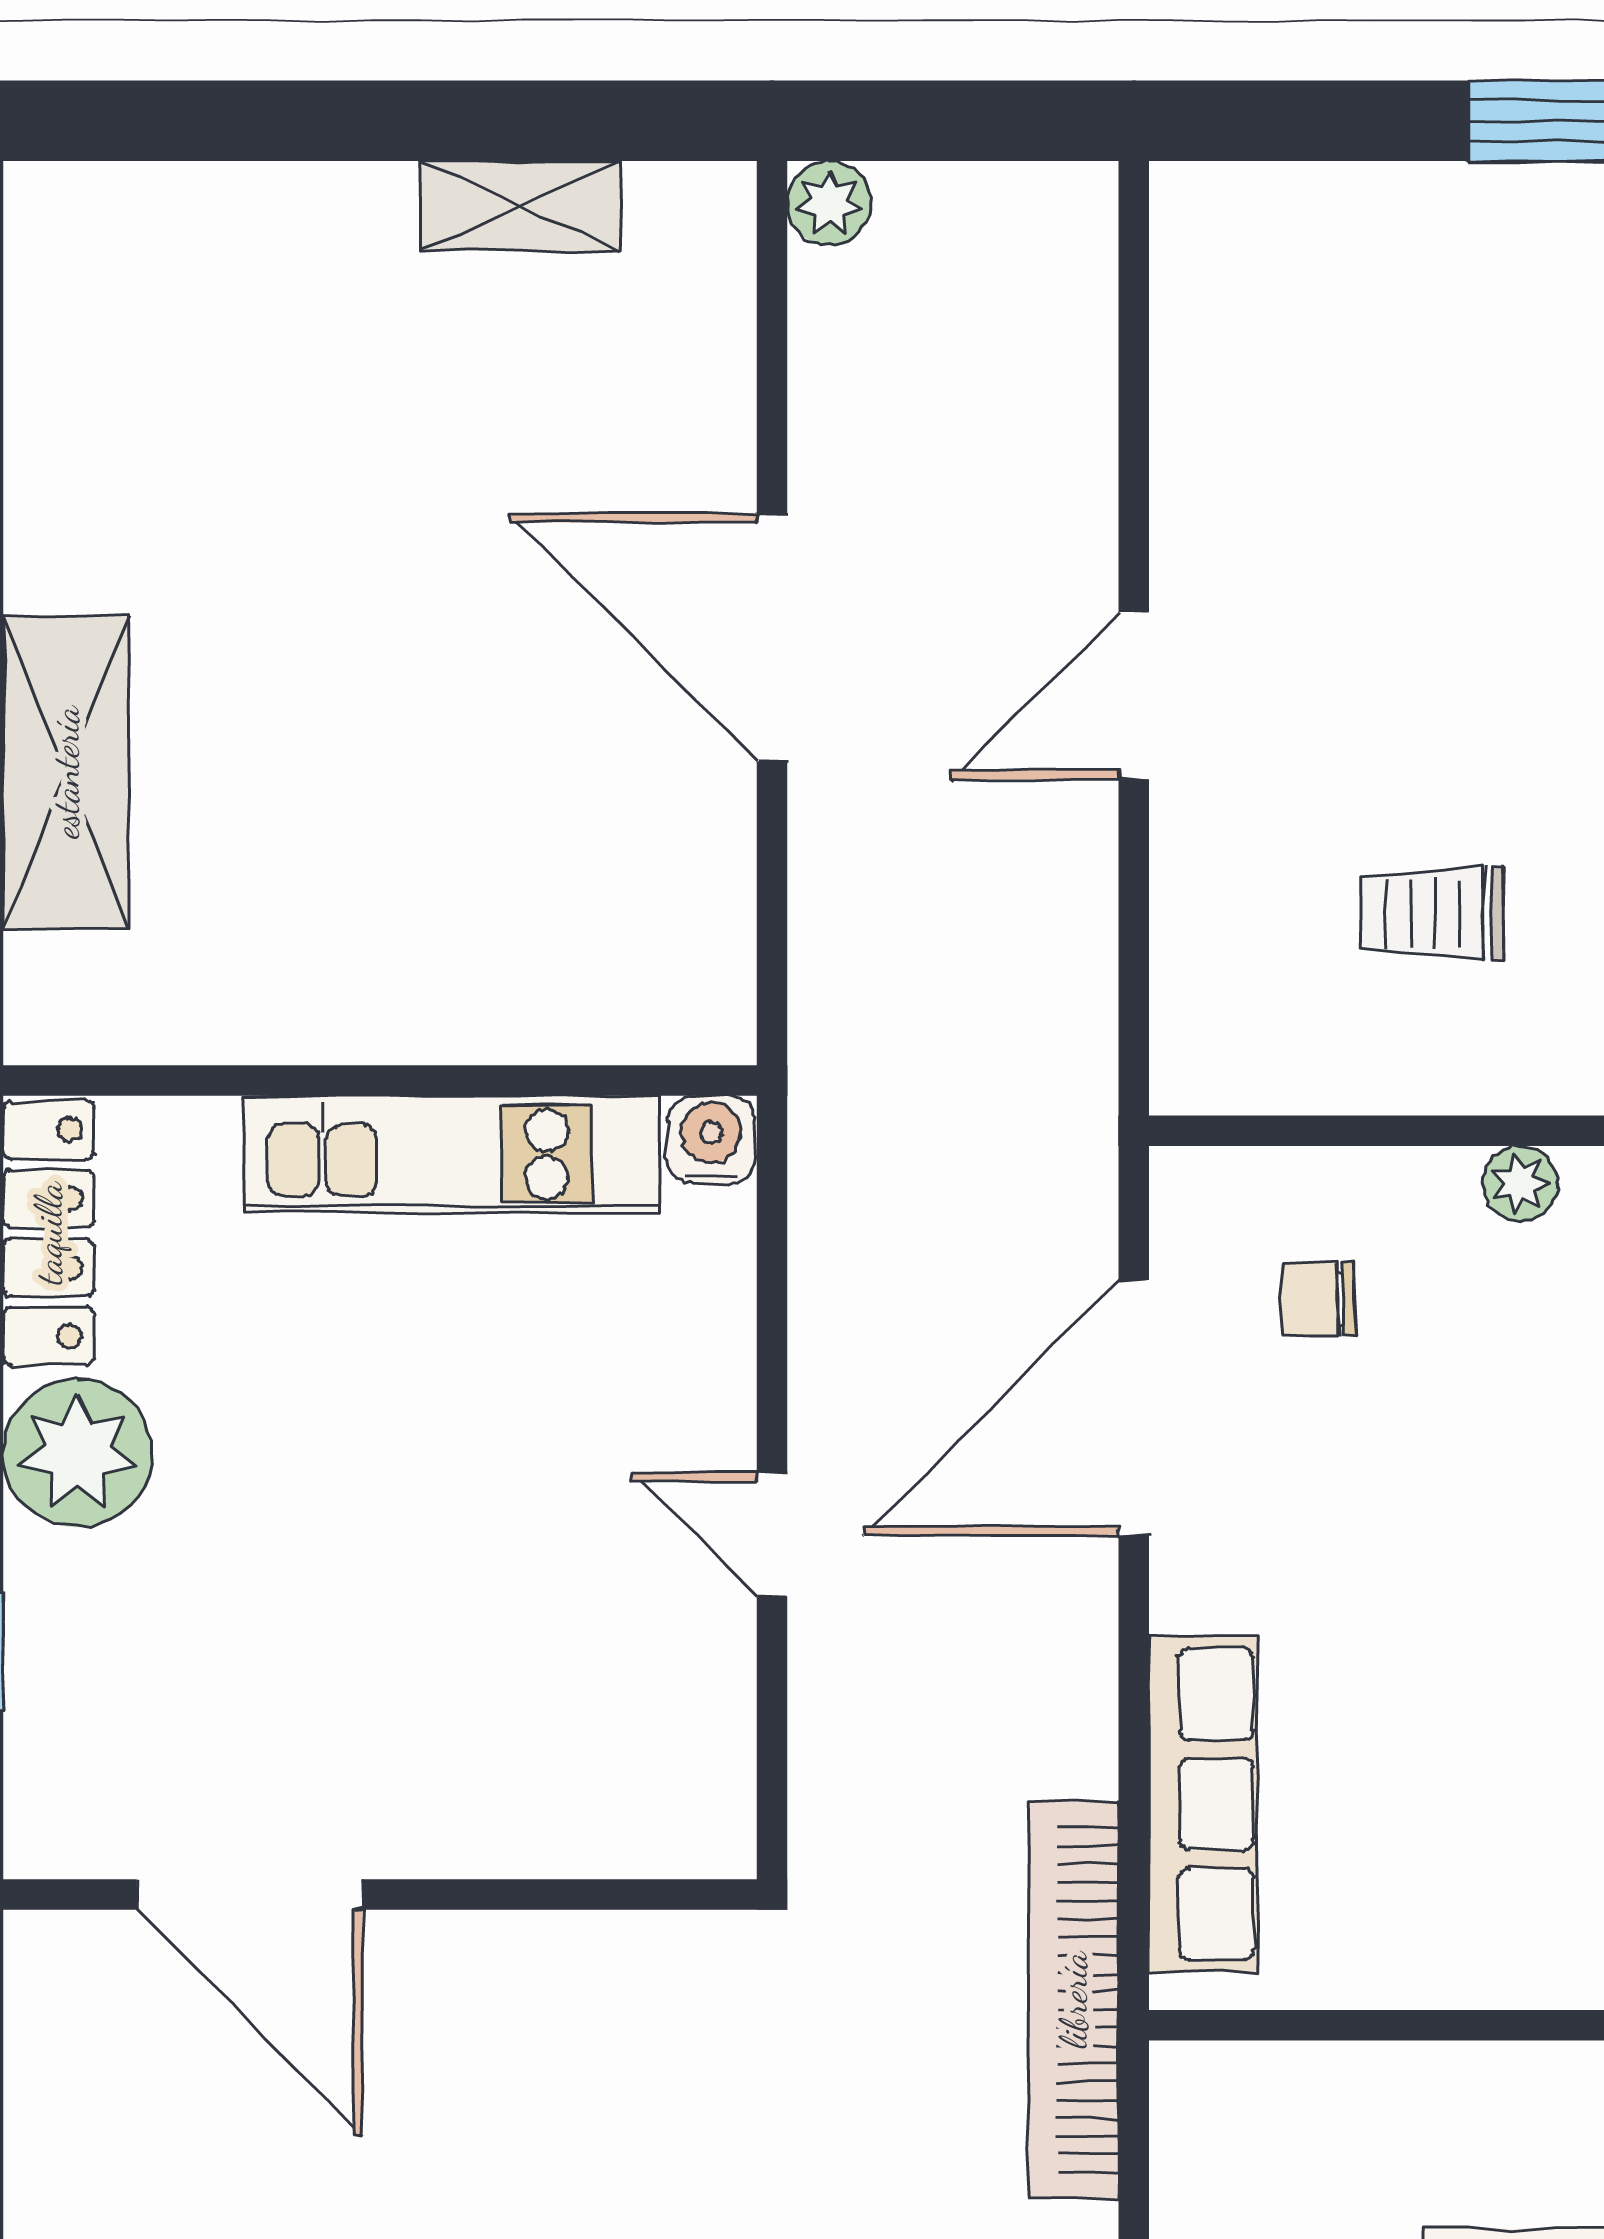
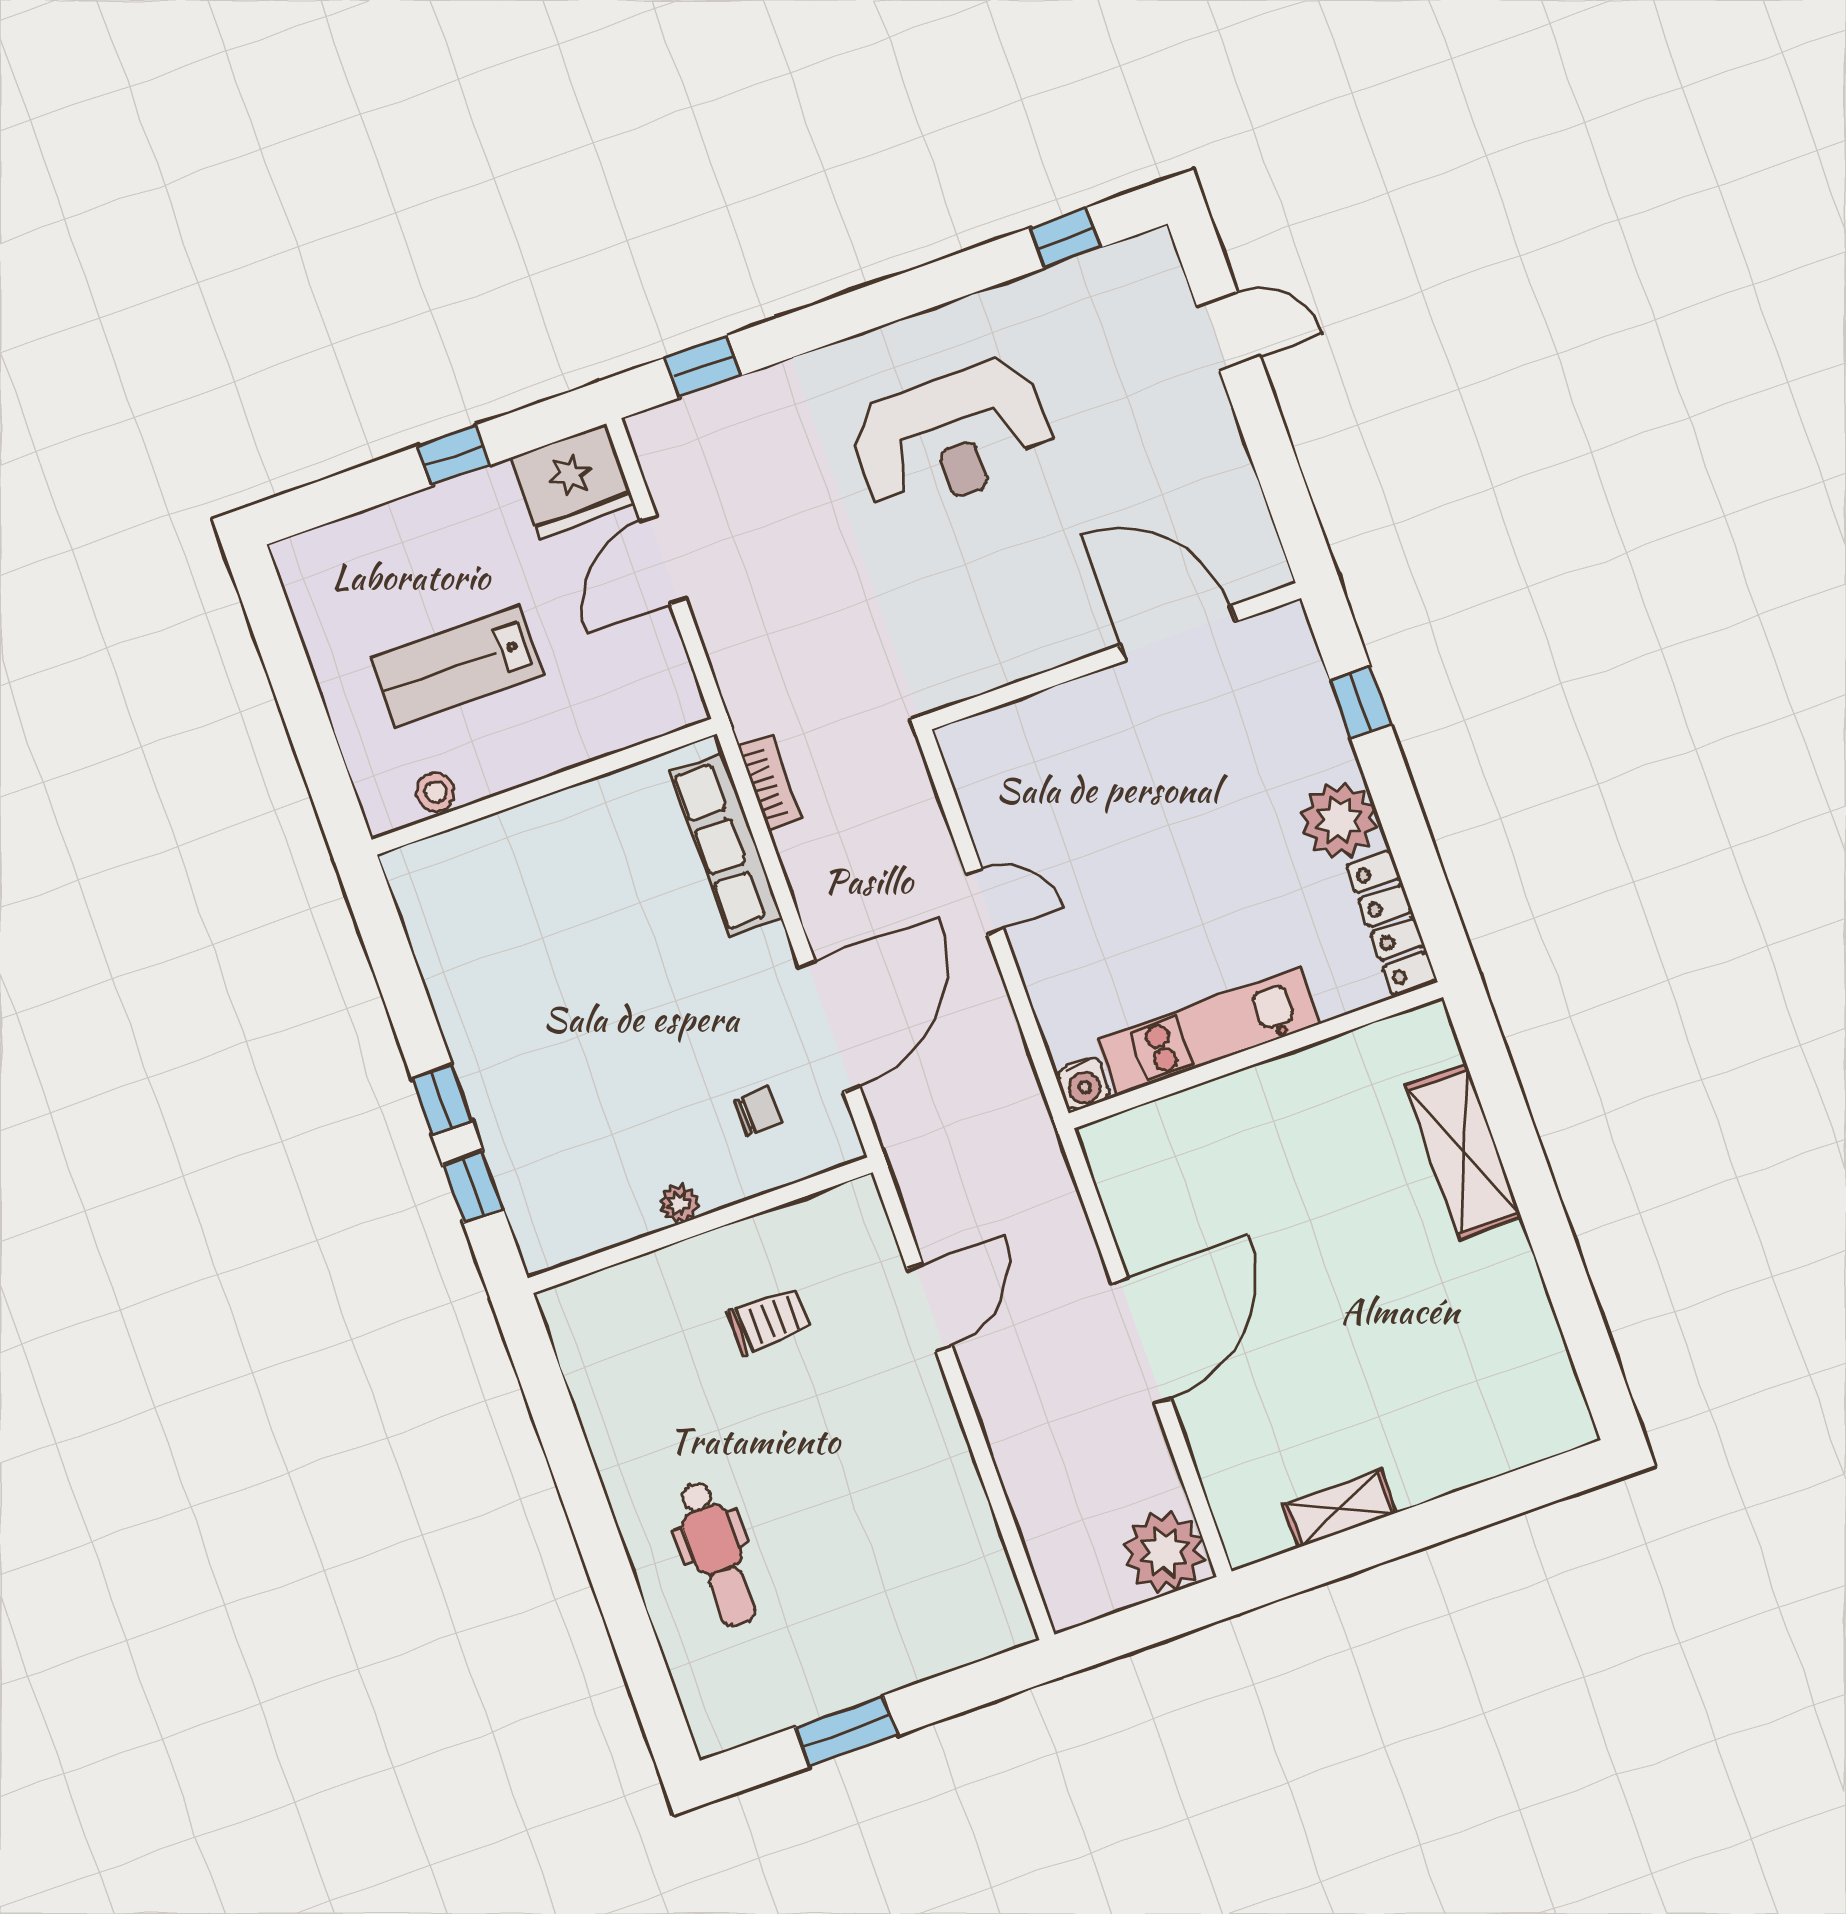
plant: (829, 203) -> (1164, 1552), width x1.88, depth x1.88
door: (772, 637) -> (1141, 1341), hinge flipped
door: (1134, 696) -> (929, 1307), moved
bookcase: (1074, 2000) -> (770, 783), width x0.43, depth x0.76

